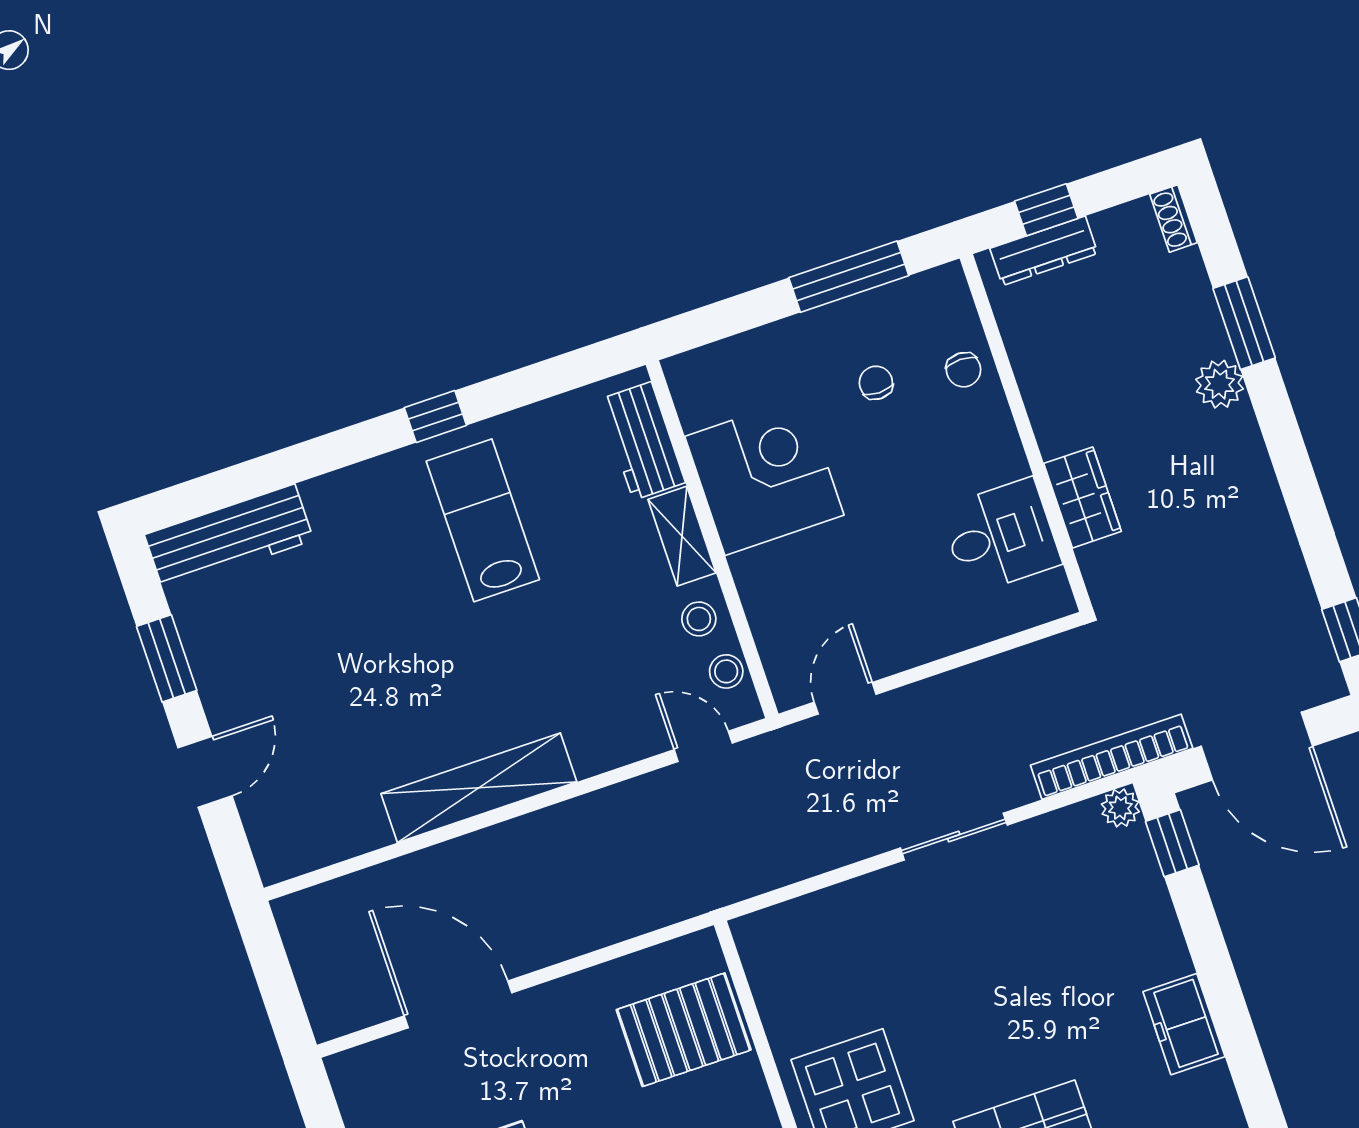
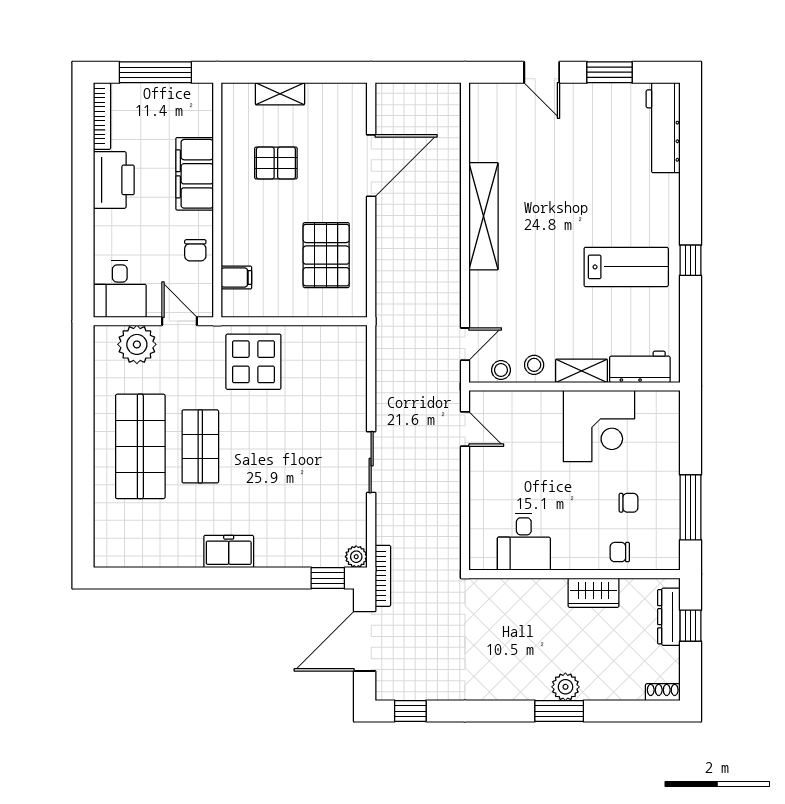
window: (1244, 323) -> (559, 711), moved
wardrobe: (1083, 497) -> (594, 593), moved
bookcase: (1112, 757) -> (383, 576), width x0.68, depth x0.76
pallet: (684, 1030) -> (326, 255), moved

